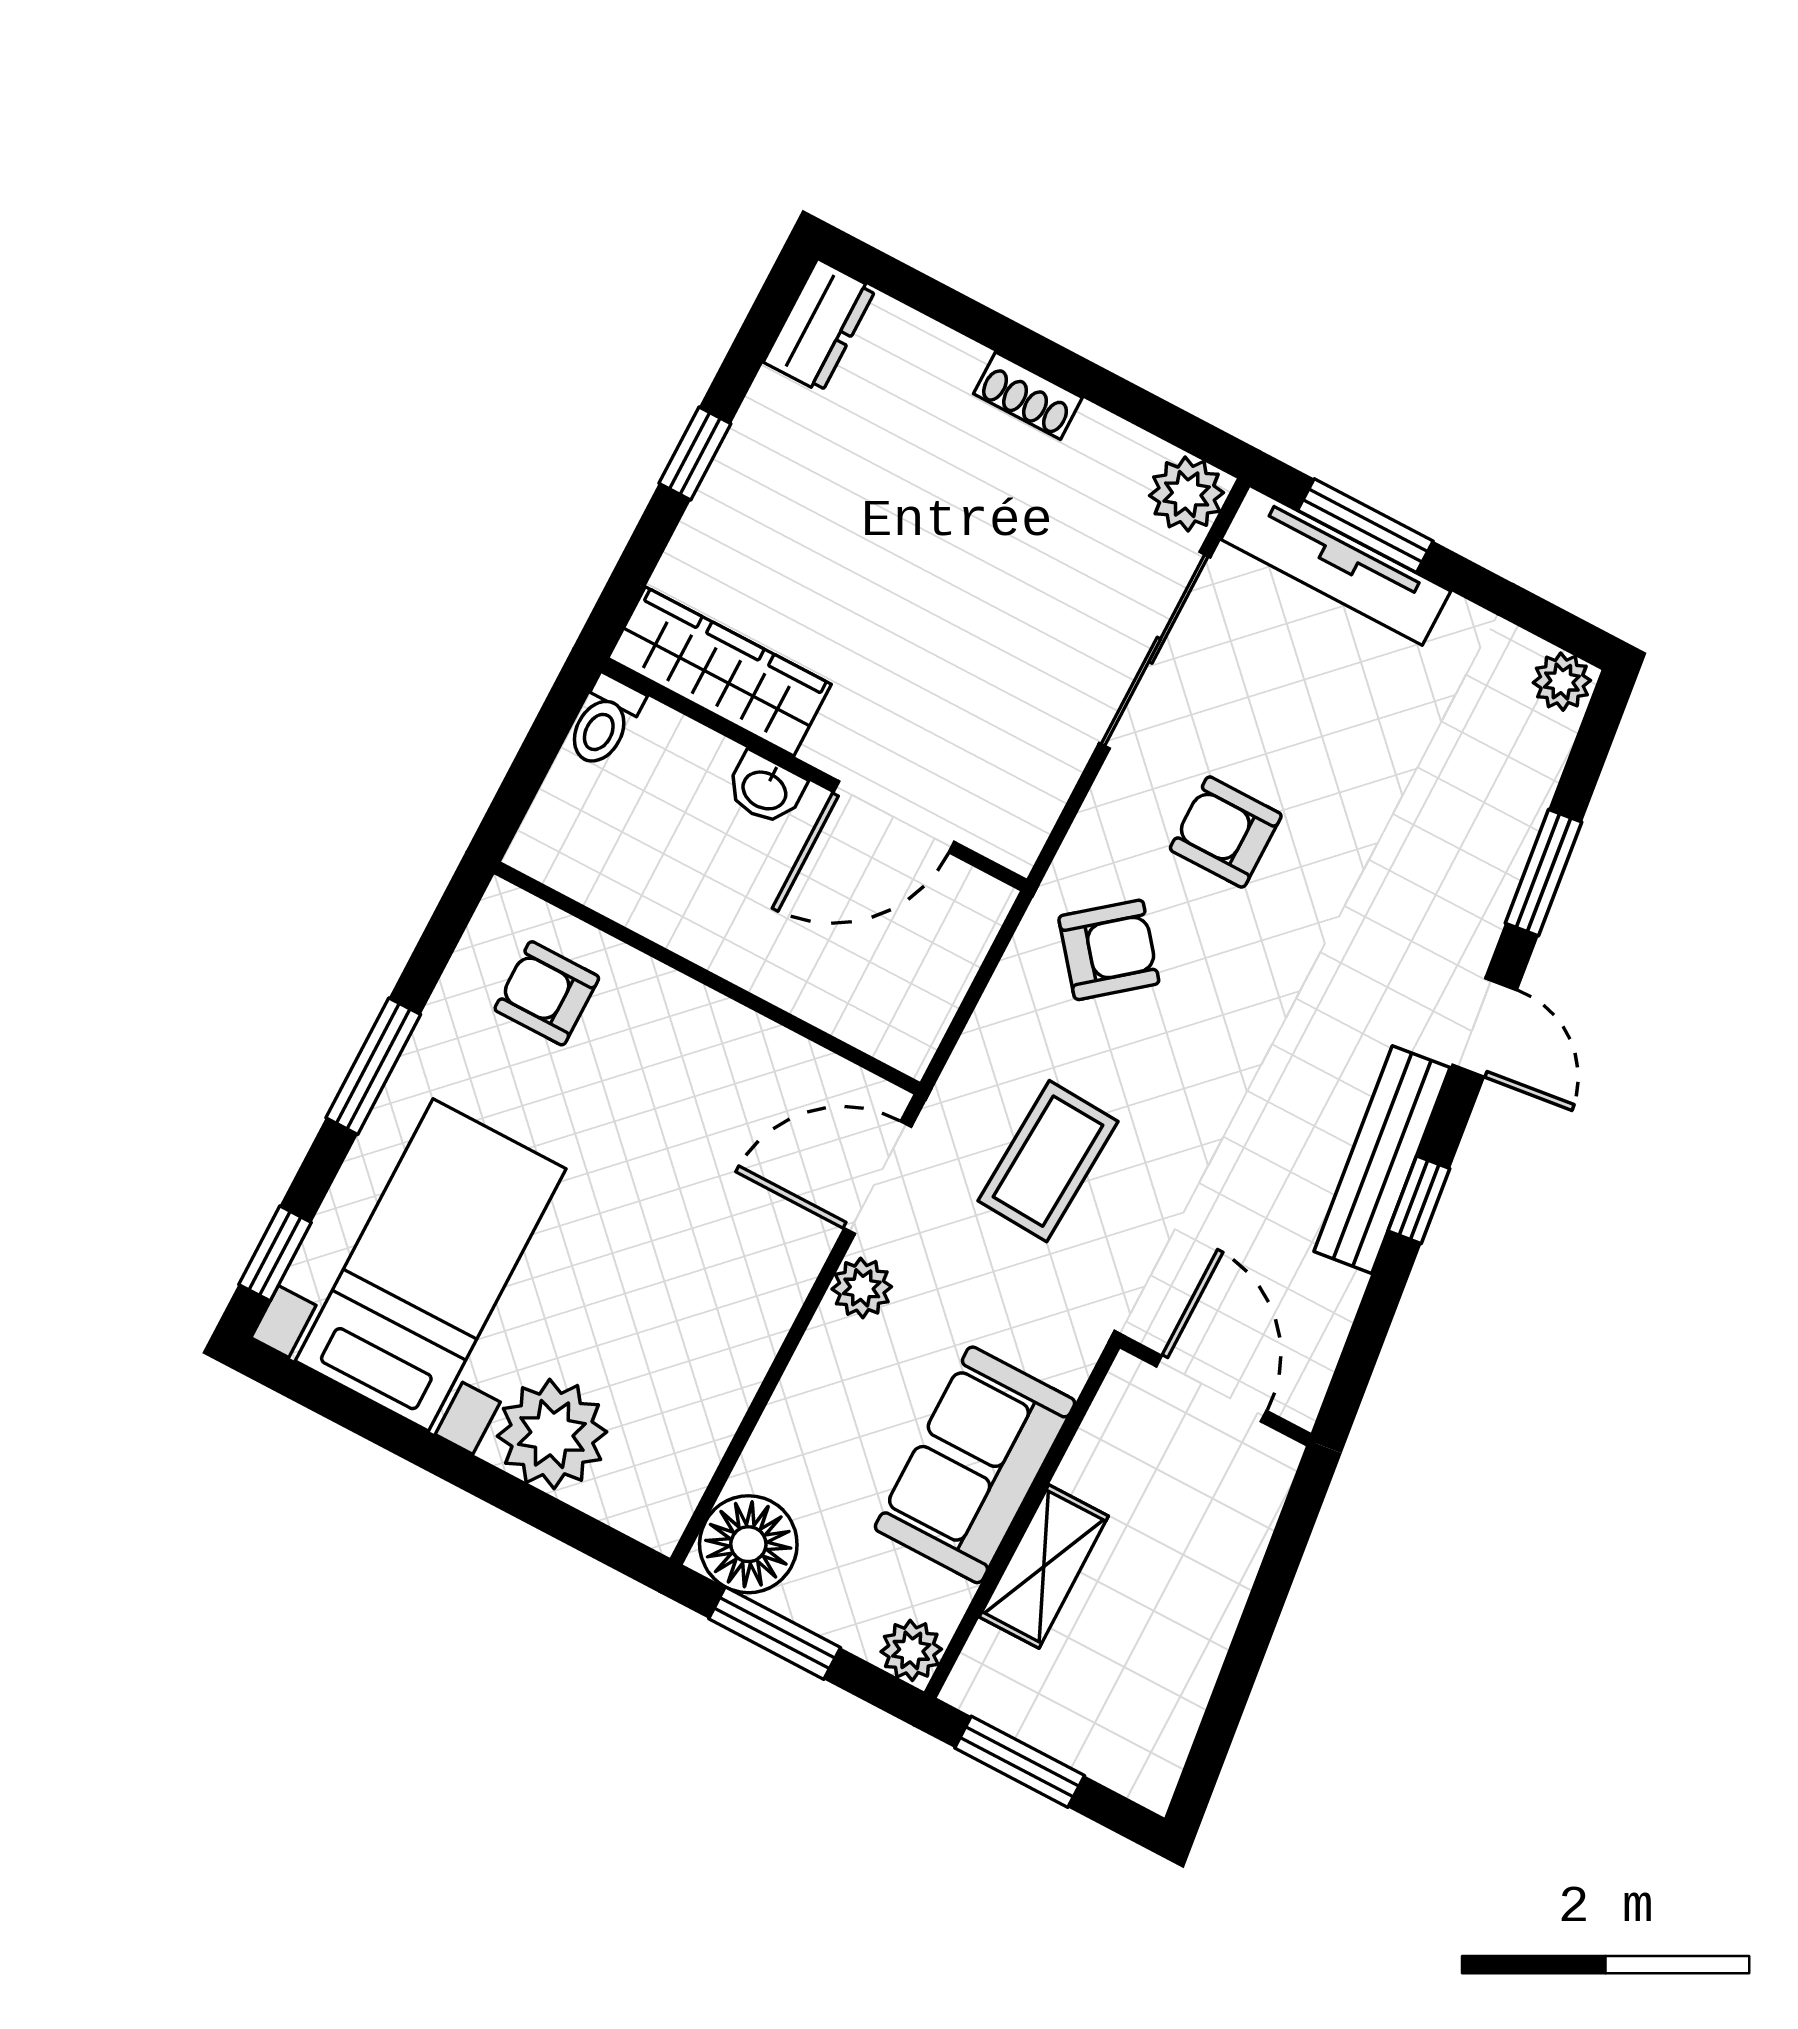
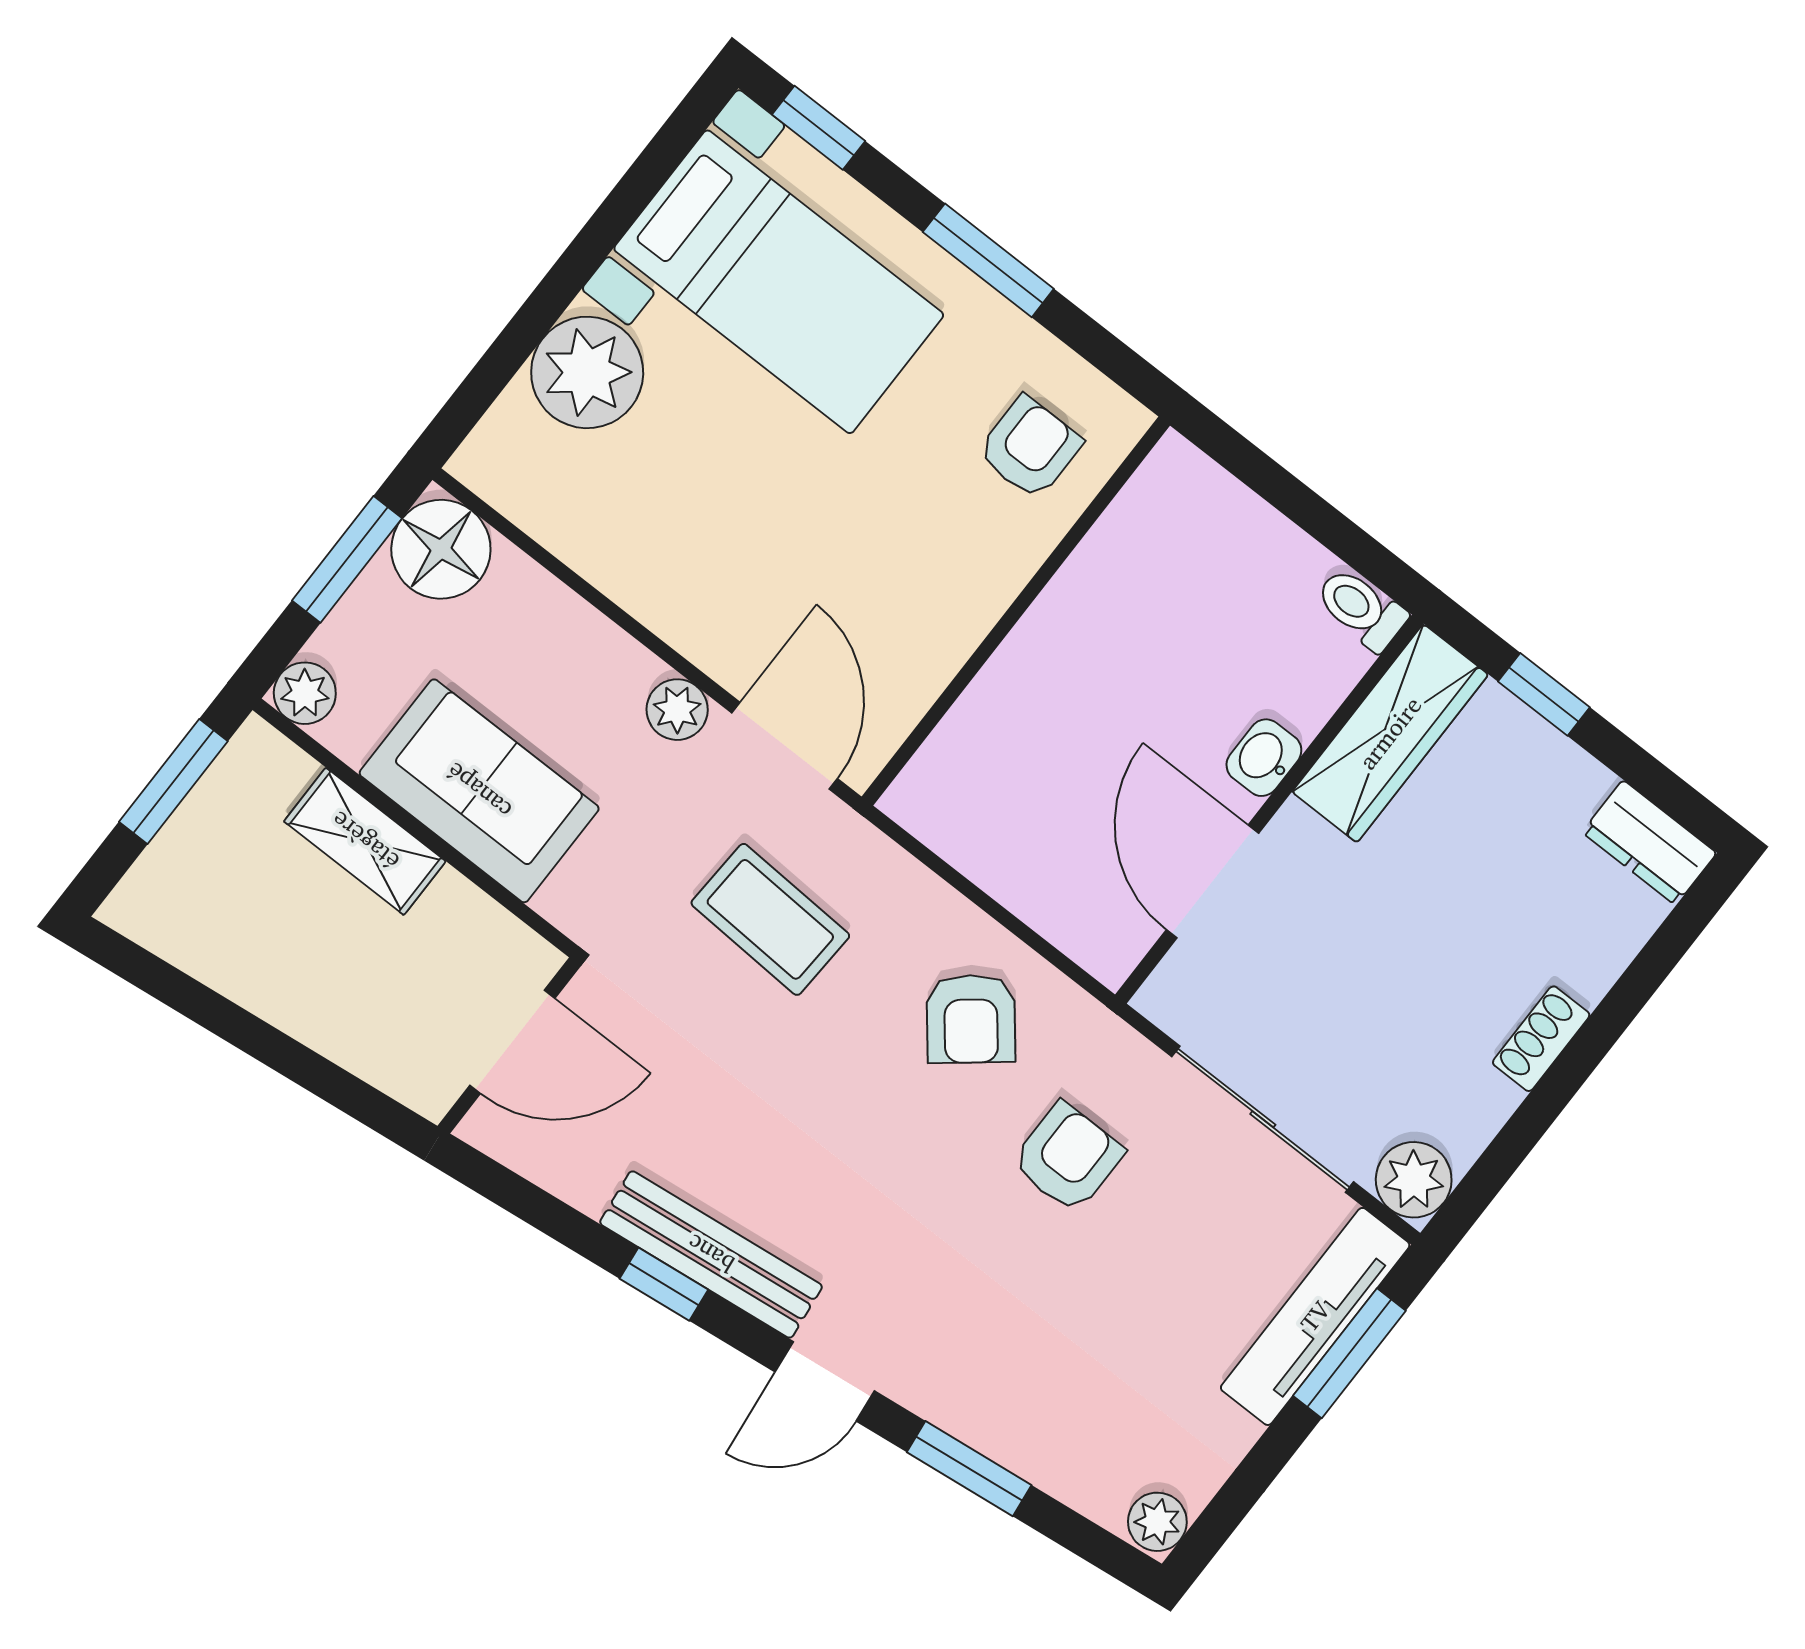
wardrobe: (719, 671) -> (1390, 733), moved
toilet: (604, 721) -> (1361, 609), moved
wall: (814, 775) -> (1269, 809), moved
washbasin: (765, 789) -> (1264, 758), moved
door: (894, 817) -> (1213, 882), moved

